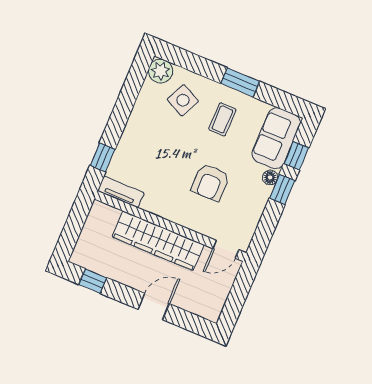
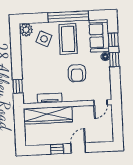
window: (240, 82) -> (68, 17), width x2.11
coffee table: (222, 119) -> (68, 39), width x1.86, depth x1.72
tv unit: (121, 192) -> (50, 98), moved
wardrobe: (158, 241) -> (48, 115), moved
window: (93, 281) -> (57, 149), moved

